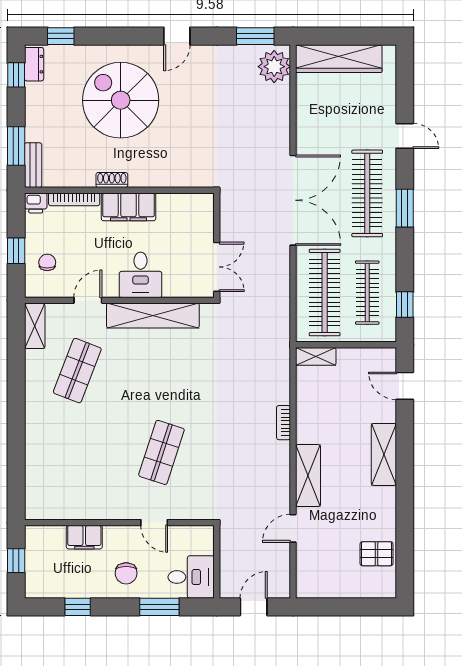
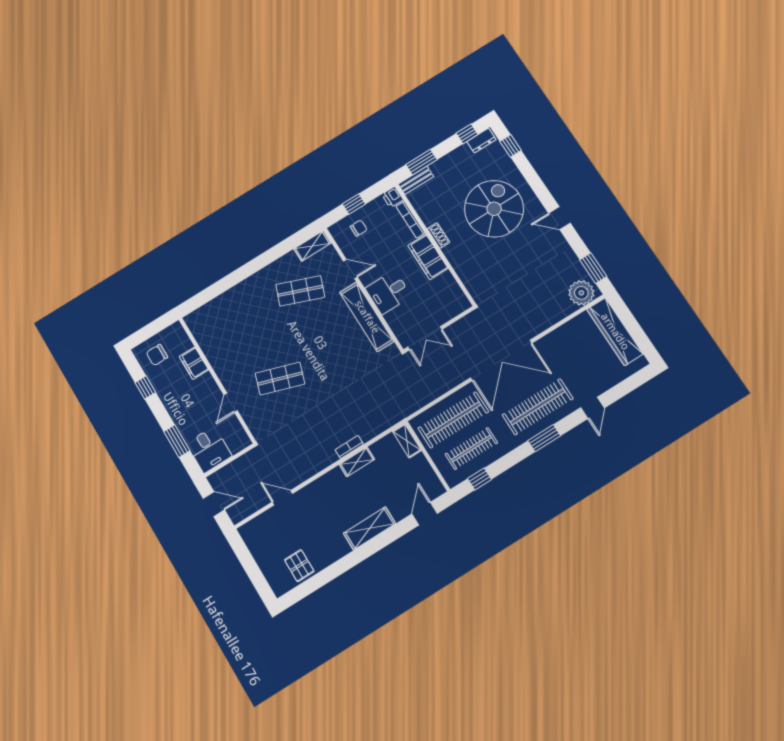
shelving: (308, 476) -> (357, 462), moved, width x0.67, depth x0.75
window: (16, 561) -> (152, 329), removed
chair: (126, 573) -> (157, 355), moved

